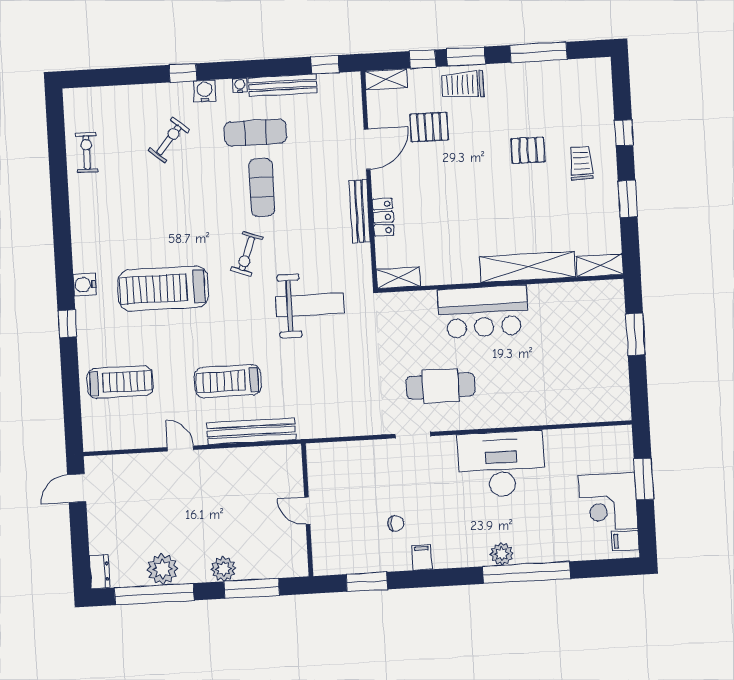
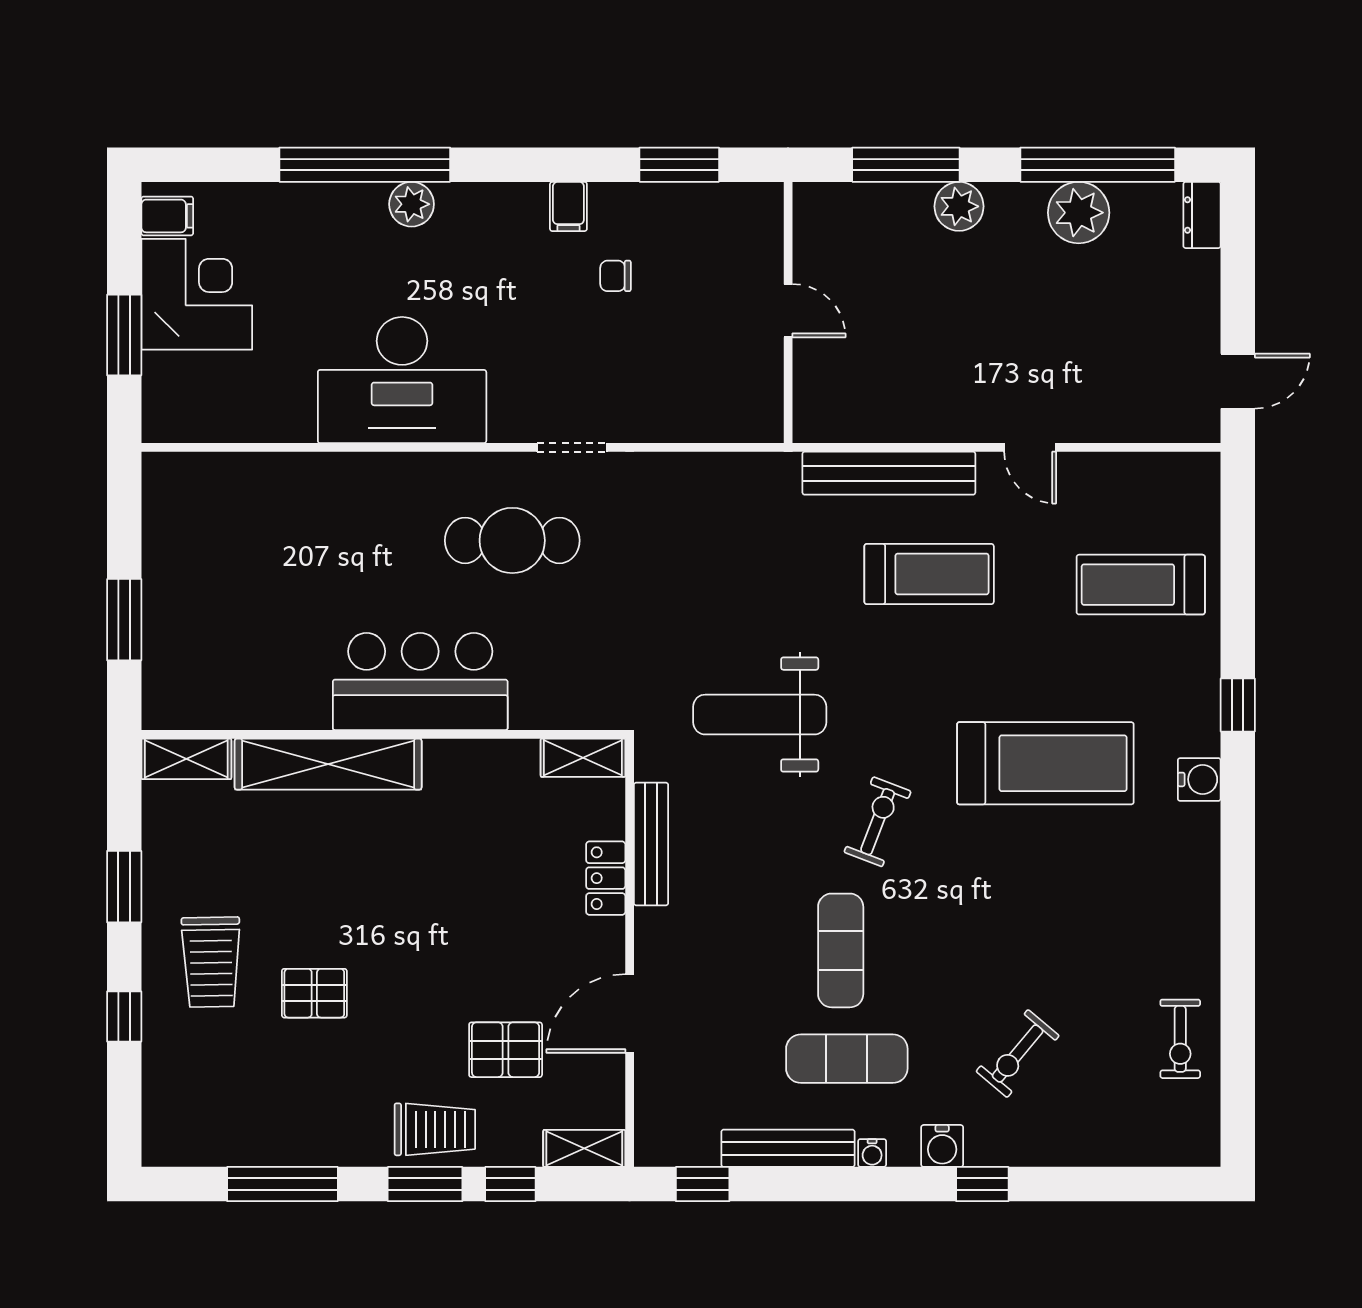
trolley: (581, 163) -> (211, 962), width x1.36, depth x1.39
bench: (360, 211) -> (651, 844), moved

